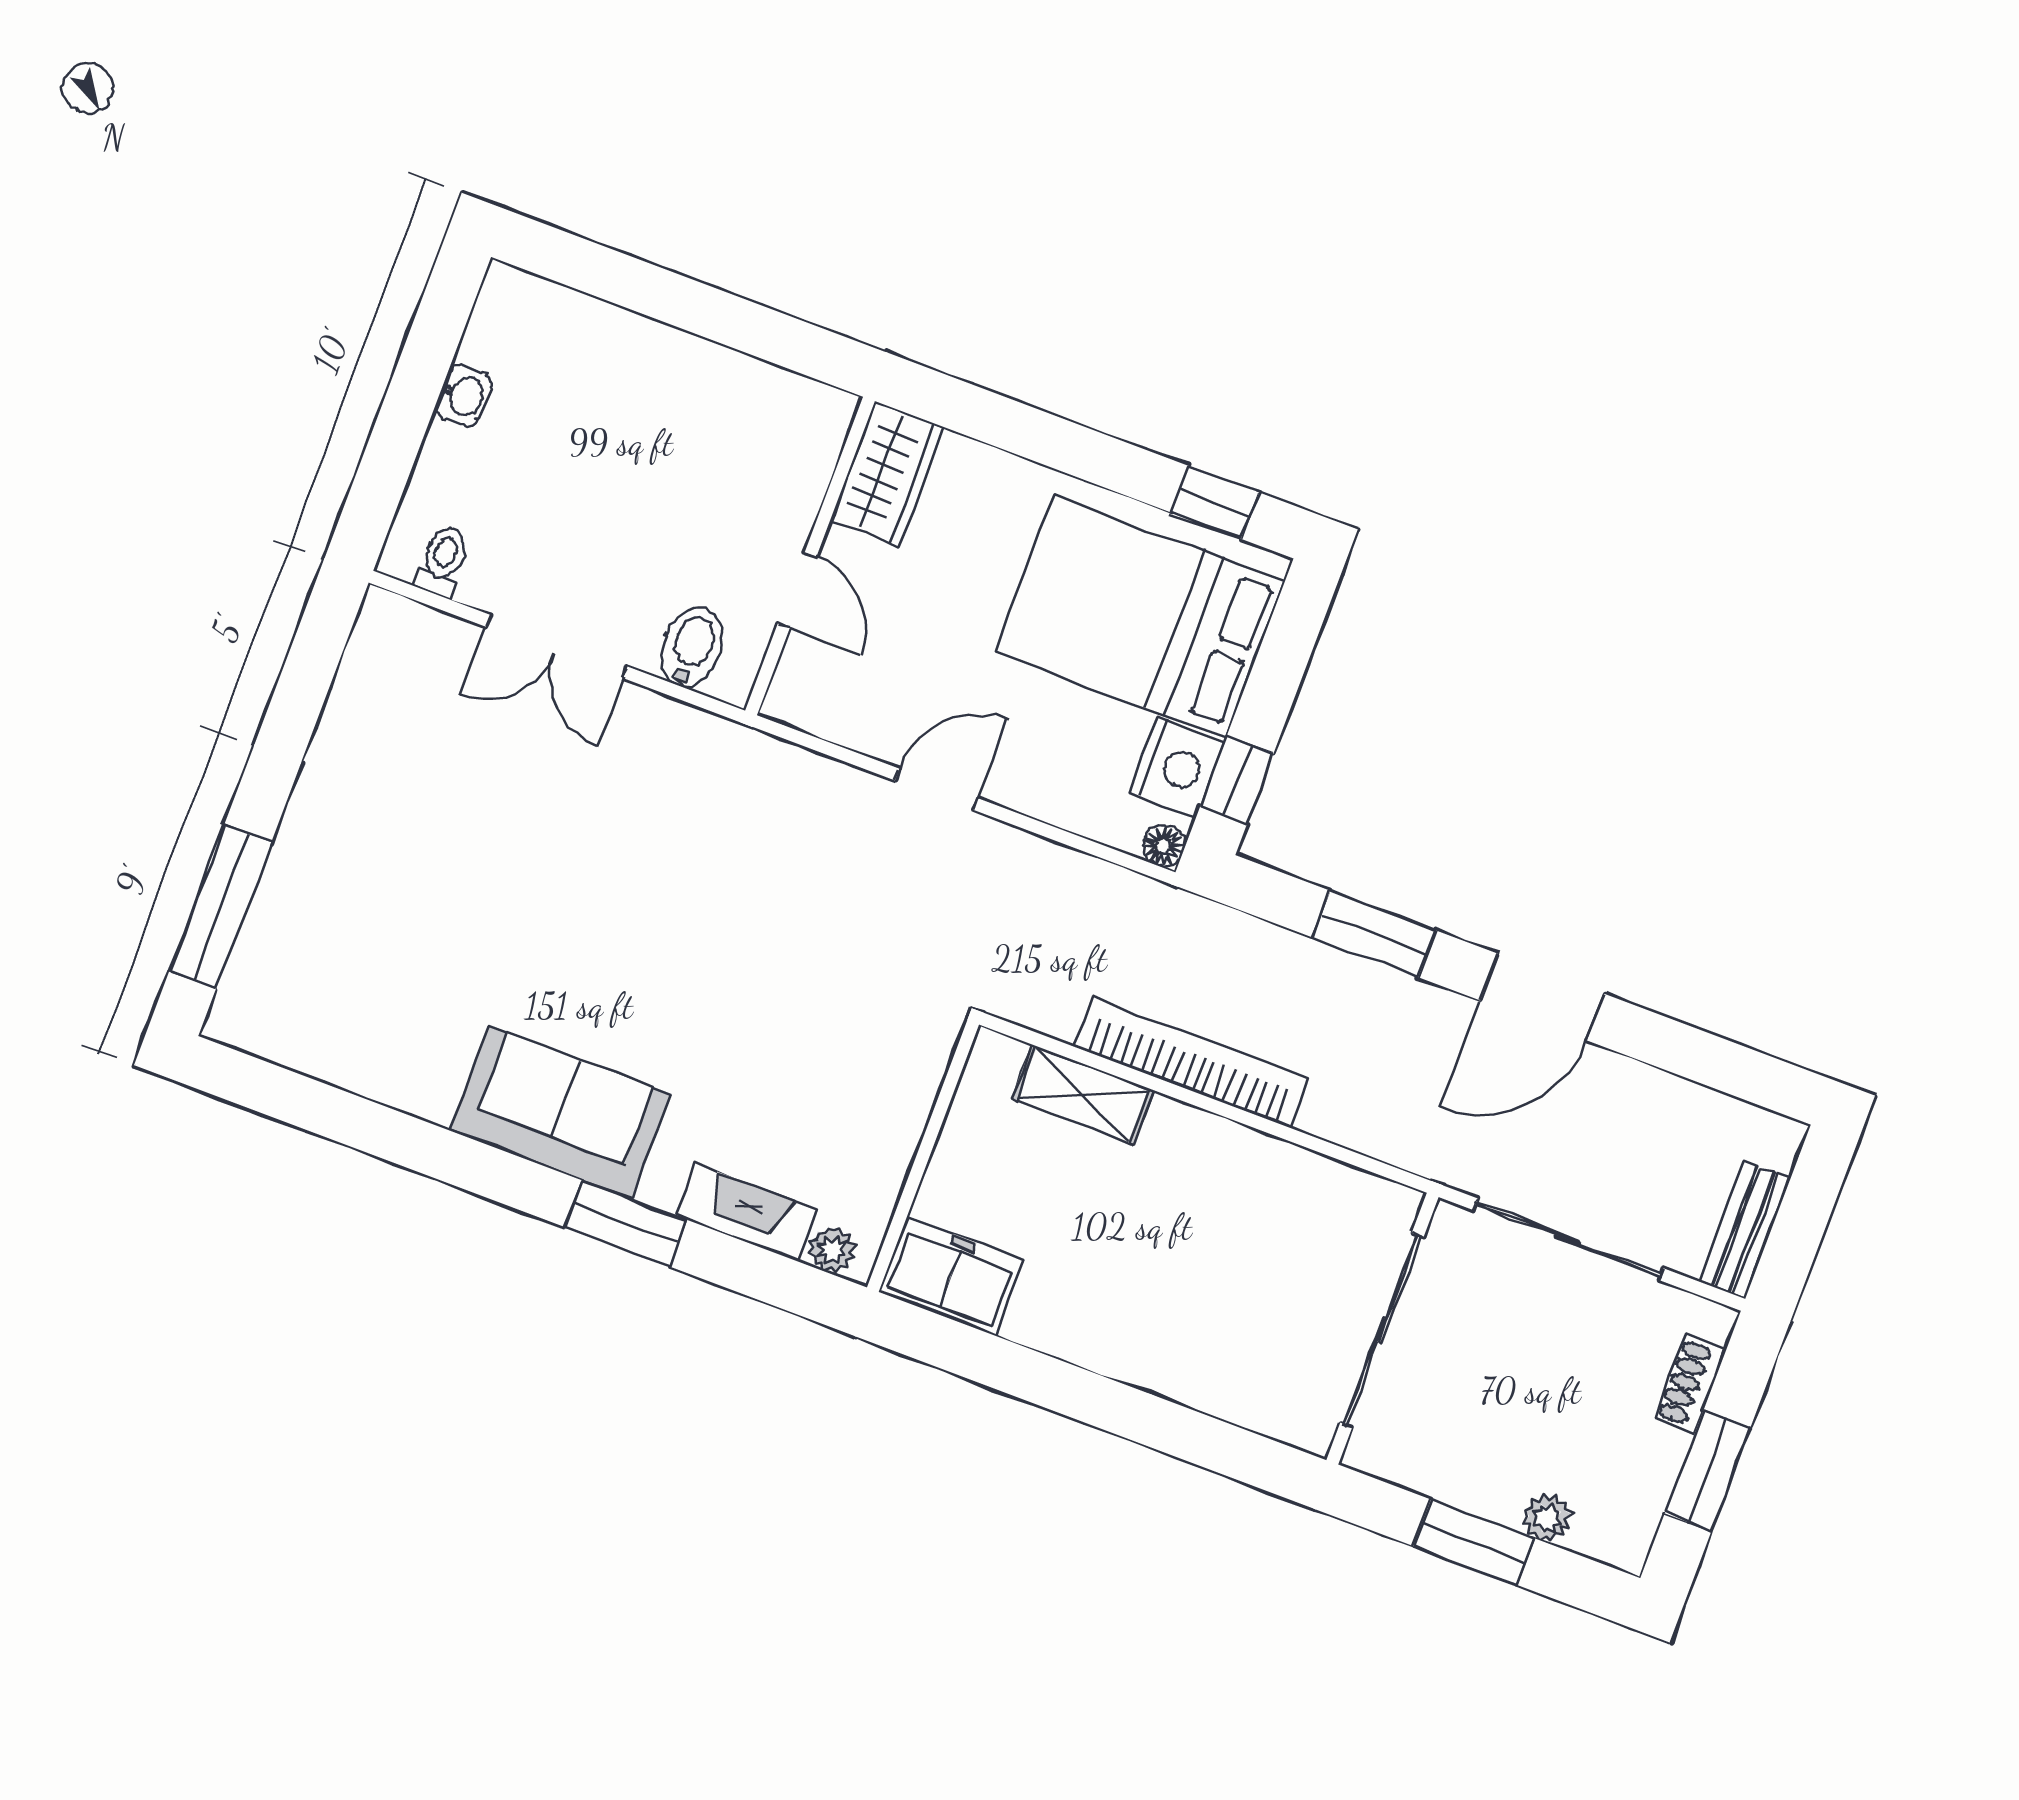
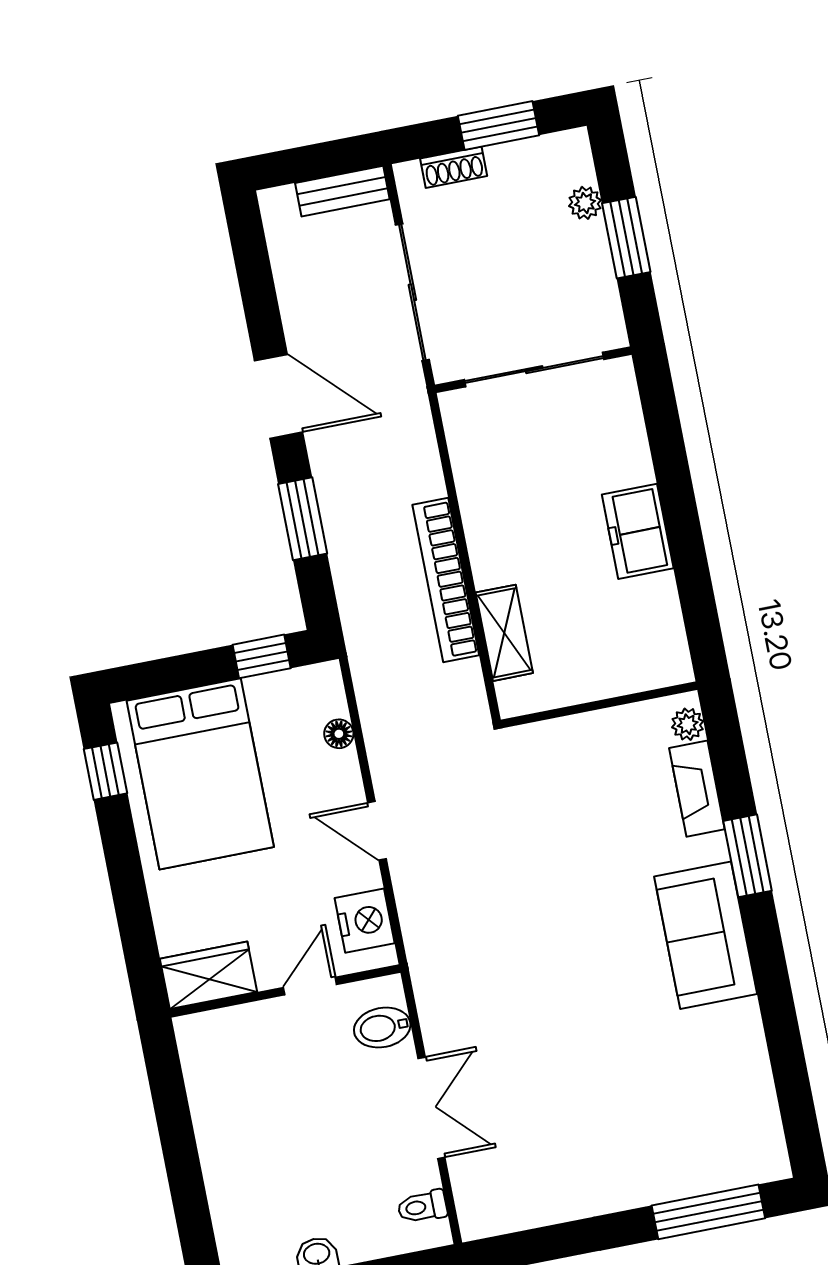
nightstand: (1177, 767) -> (365, 921), moved, turned 90
floor lamp: (1163, 846) -> (339, 734), moved
freezer: (951, 1276) -> (638, 531), moved

